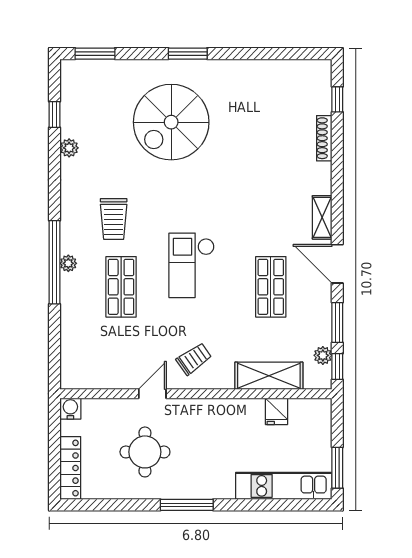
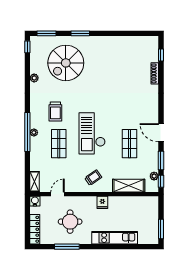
window: (188, 54) -> (80, 33), moved
window: (54, 115) -> (27, 47), moved
spiral stairs: (171, 122) -> (66, 63), moved
shelving: (322, 217) -> (34, 182), moved
checkout: (192, 265) -> (92, 133), width x1.36, depth x1.21
door: (152, 394) -> (58, 194), moved
fridge: (277, 411) -> (102, 202), moved
kitchen unit: (284, 486) -> (115, 238), moved
window: (187, 505) -> (67, 247), moved

